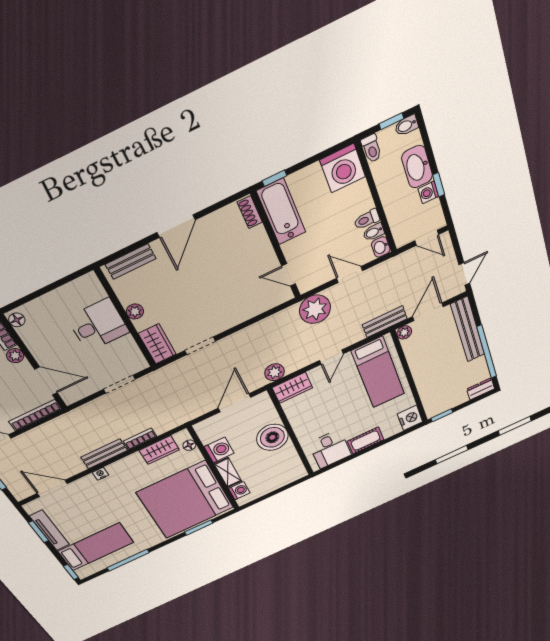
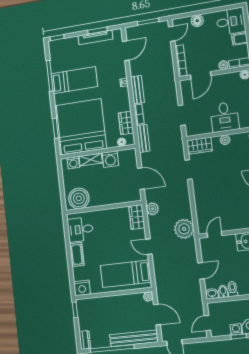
plant: (315, 309) -> (184, 229), moved
bench: (385, 322) -> (143, 138), moved
boiler: (272, 437) -> (79, 198), moved
bed: (96, 547) -> (74, 80), moved, turned -90

